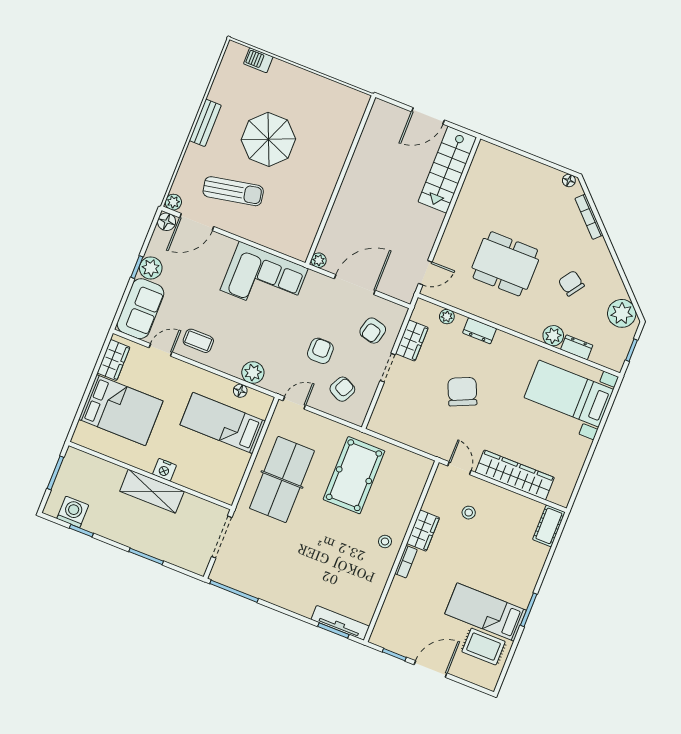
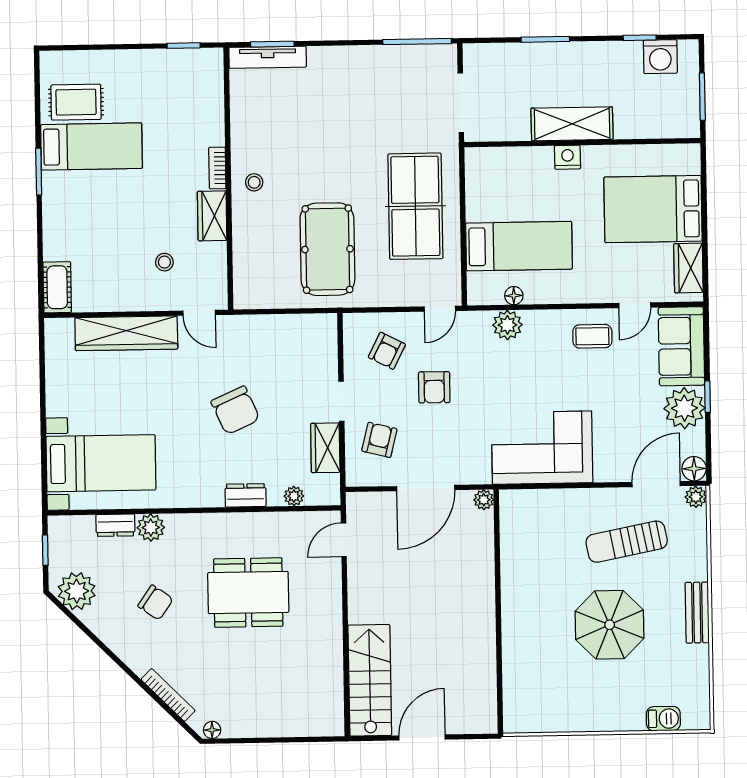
plant: (151, 268) -> (684, 408), width x1.36, depth x1.36
door: (431, 669) -> (131, 47), removed

